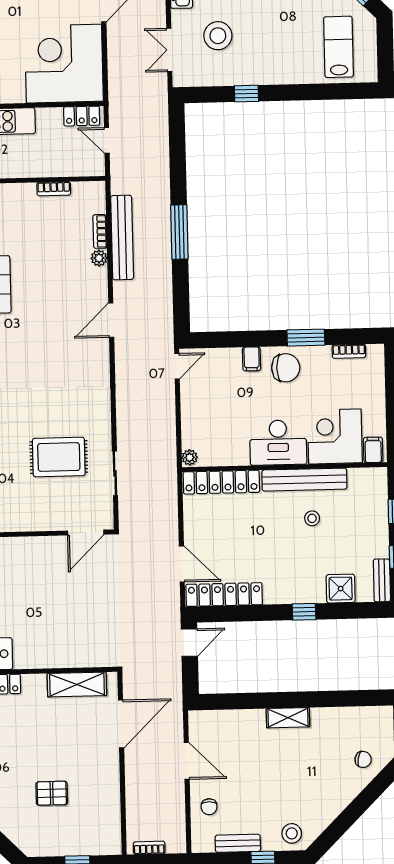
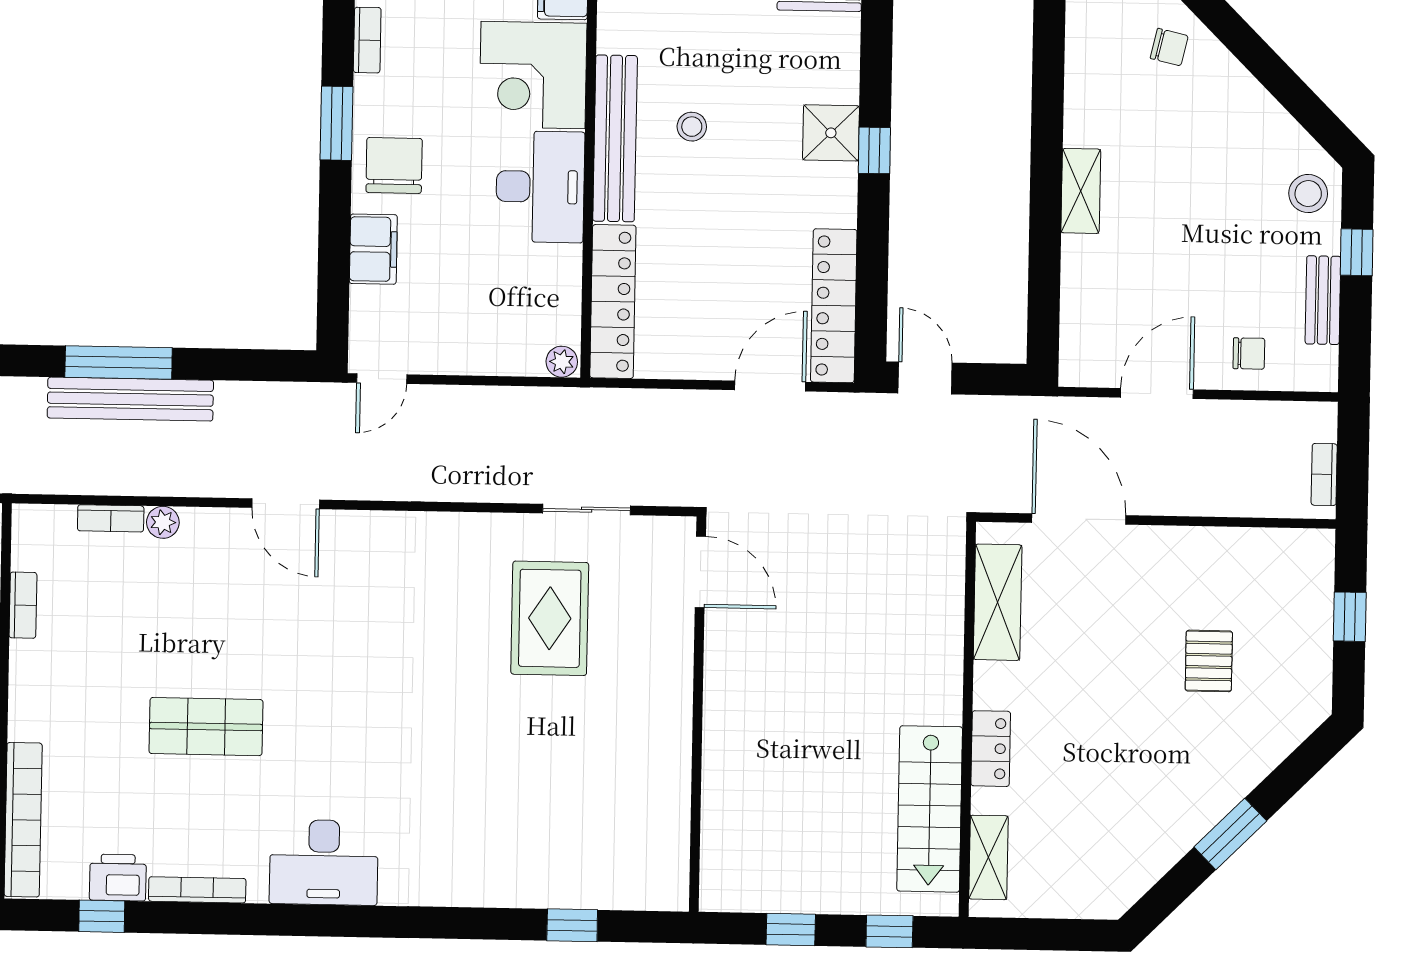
bench: (122, 237) -> (130, 399), moved
filing cabinet: (252, 359) -> (373, 249), width x2.00
door: (177, 366) -> (382, 379), swing flipped
shower: (341, 589) -> (831, 133), moved
chair: (363, 759) -> (1169, 47), turned 92

